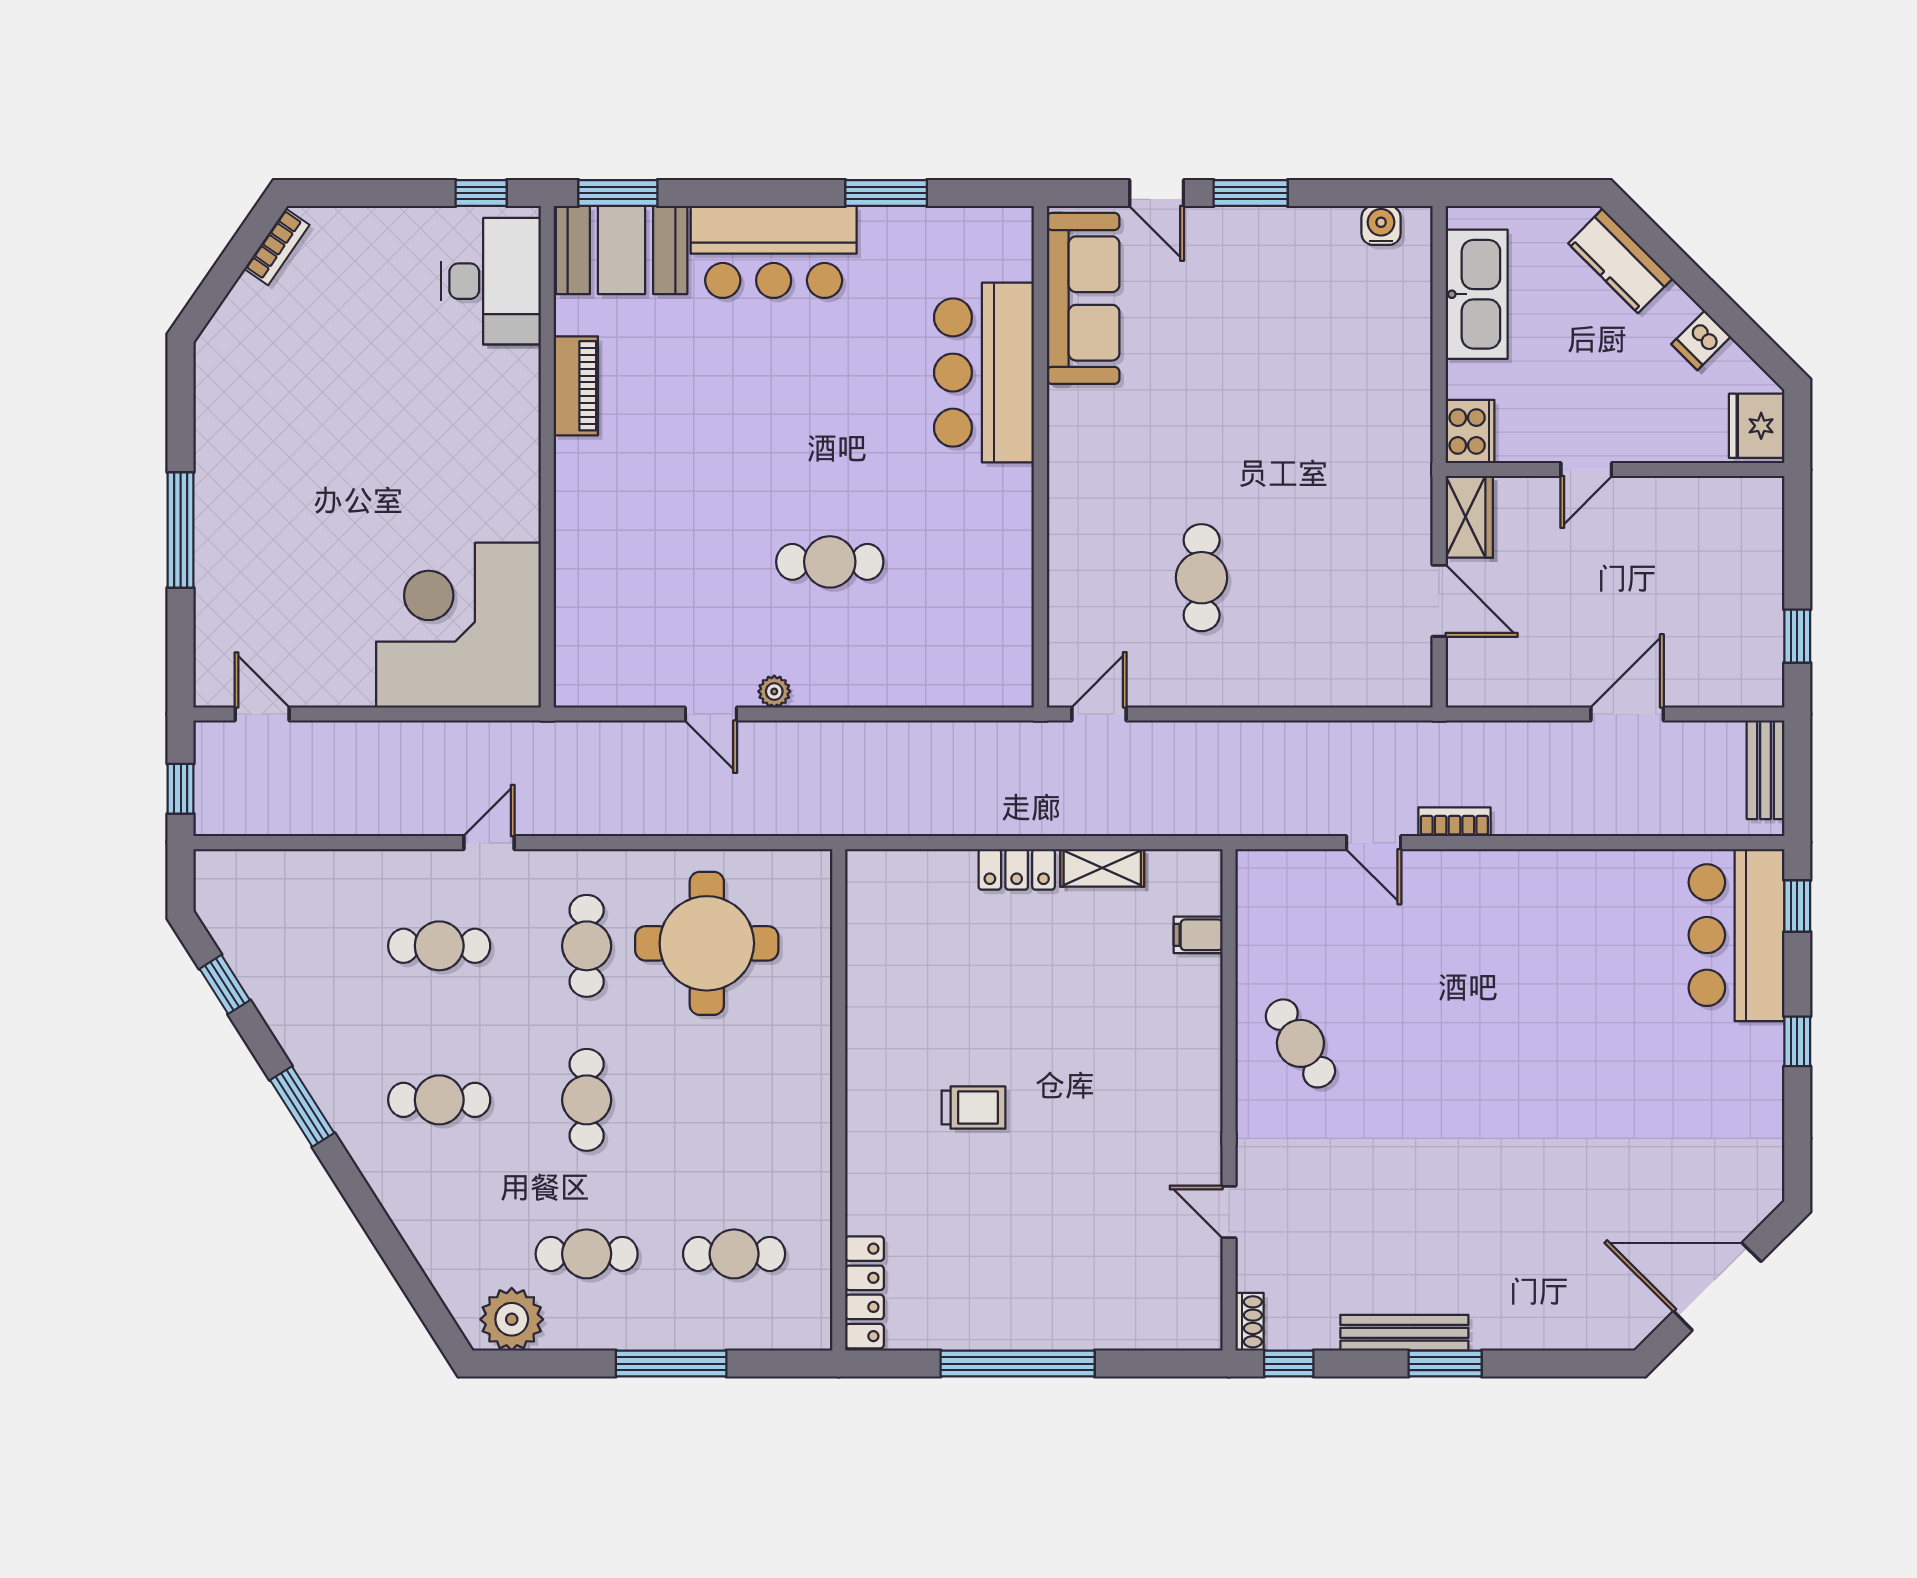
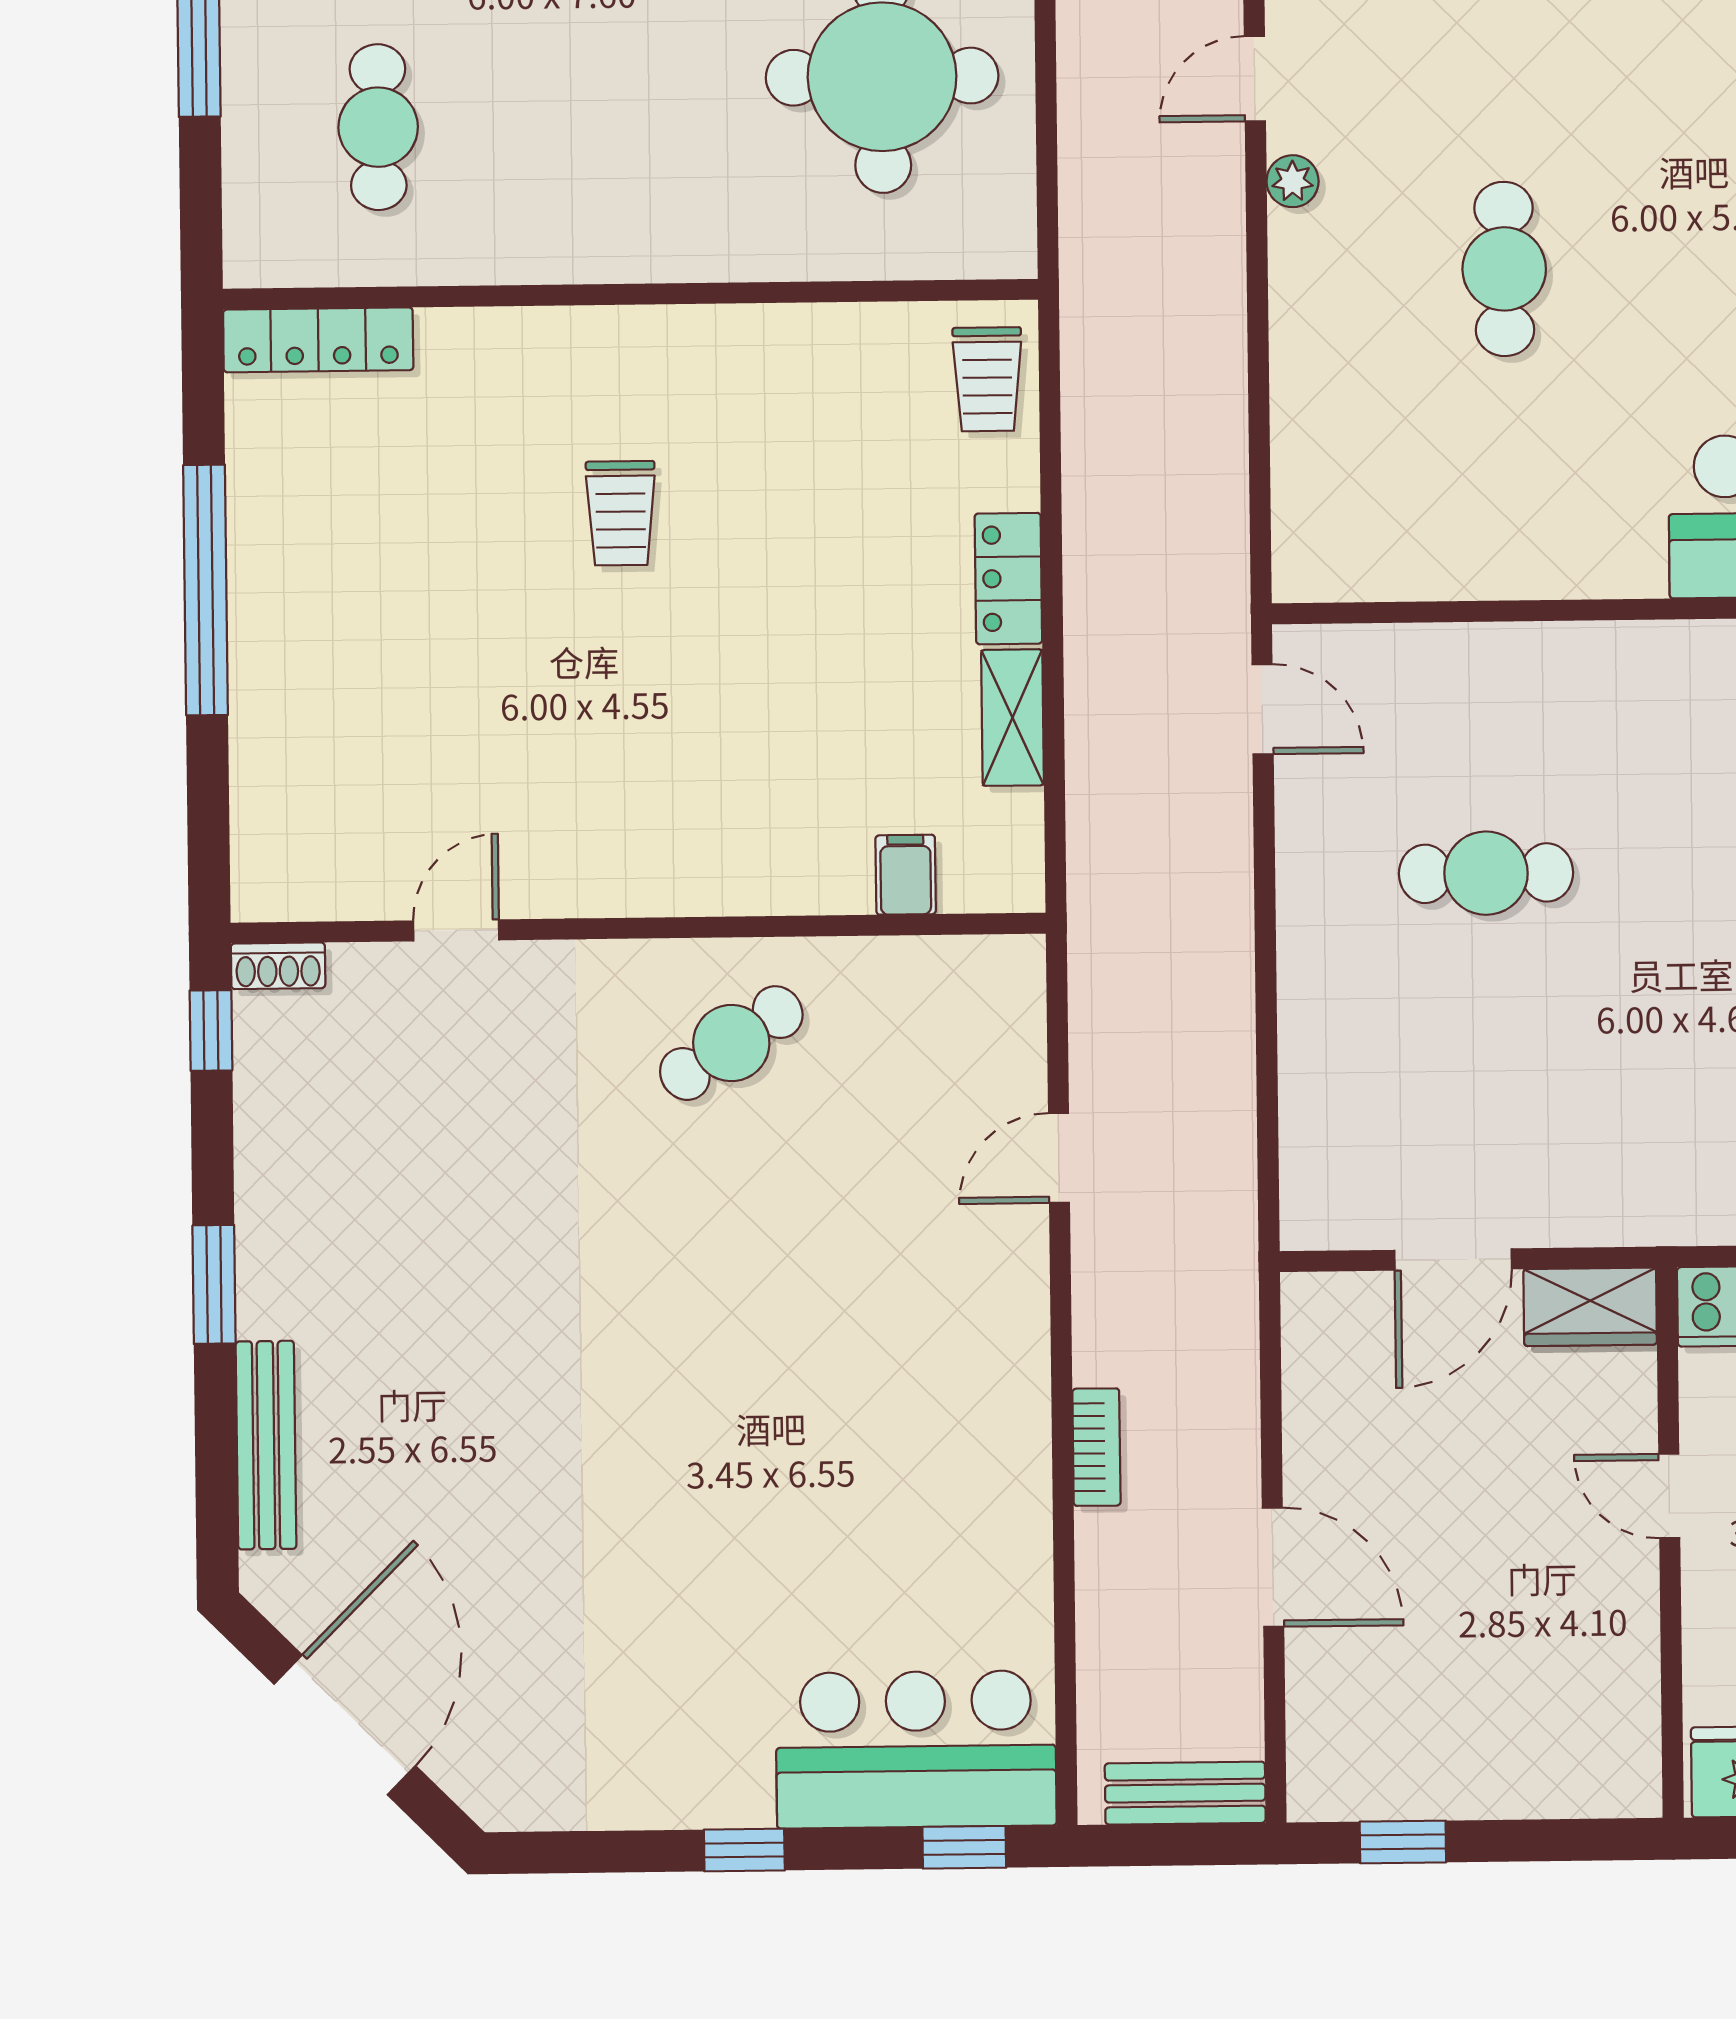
bookcase: (1454, 822) -> (1096, 1447), moved
trolley: (894, 881) -> (987, 379), added
bench: (1404, 1333) -> (266, 1445), moved

